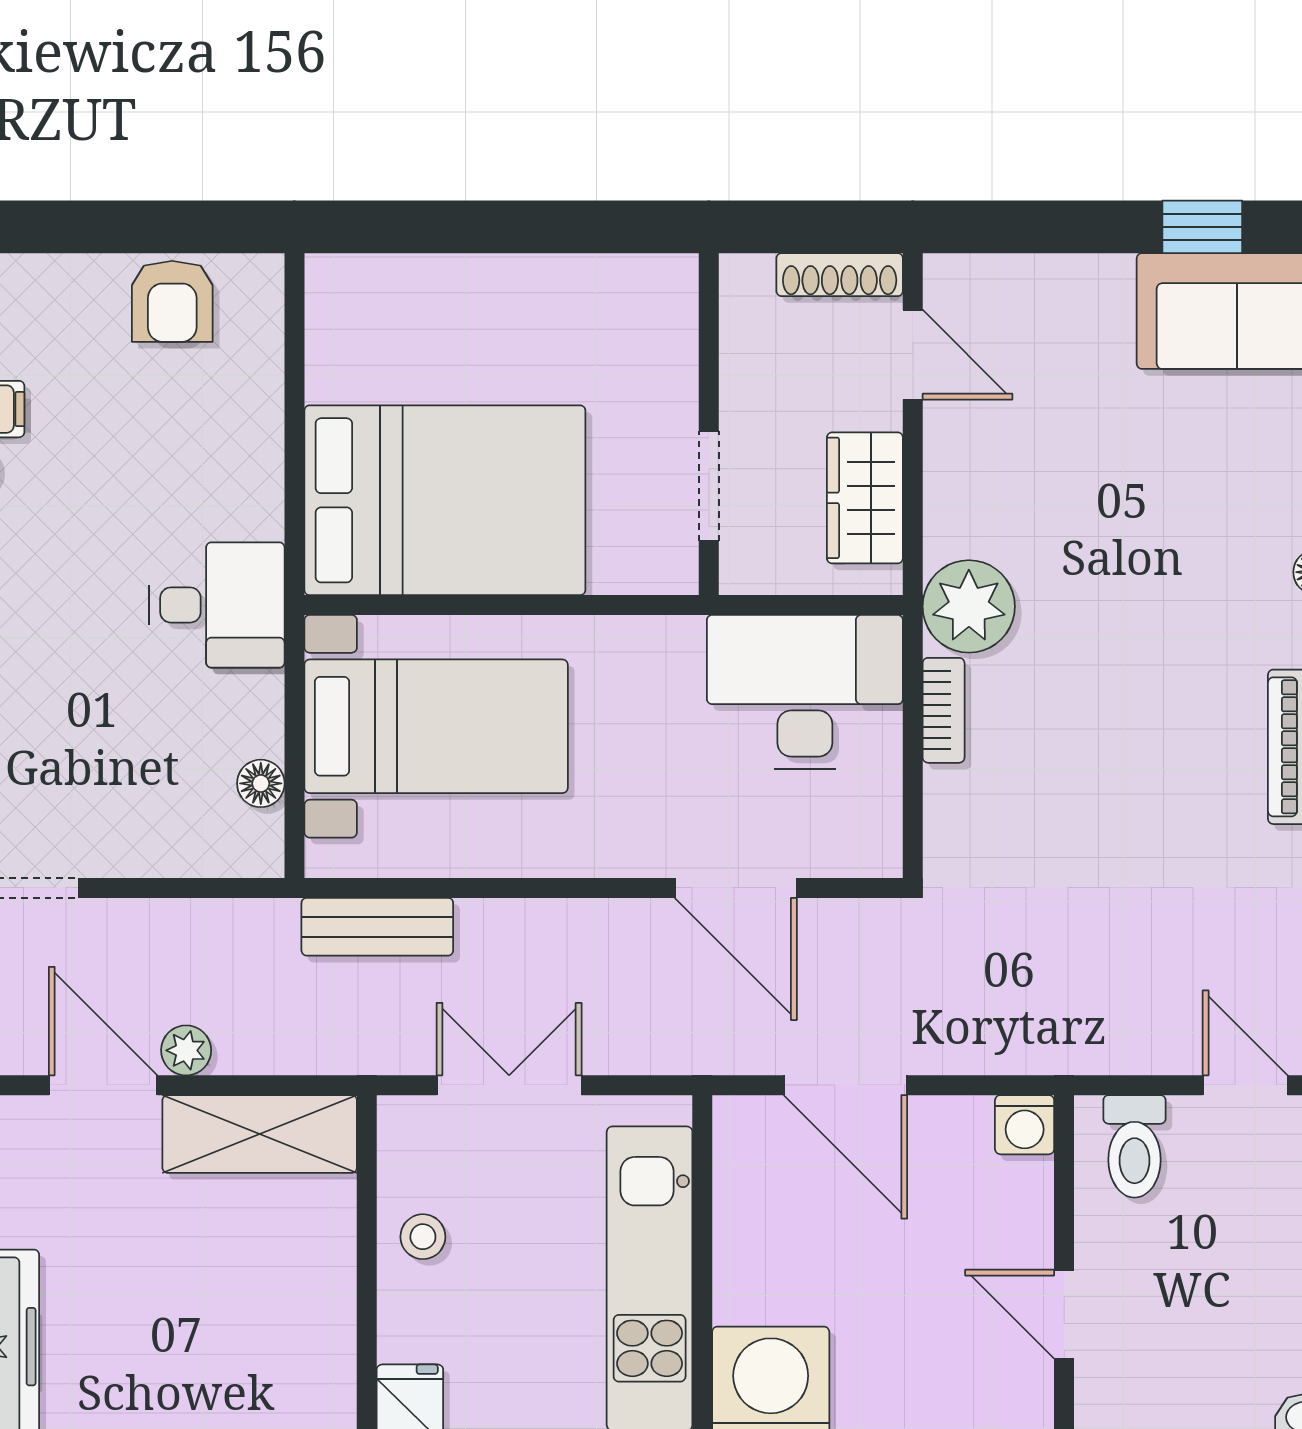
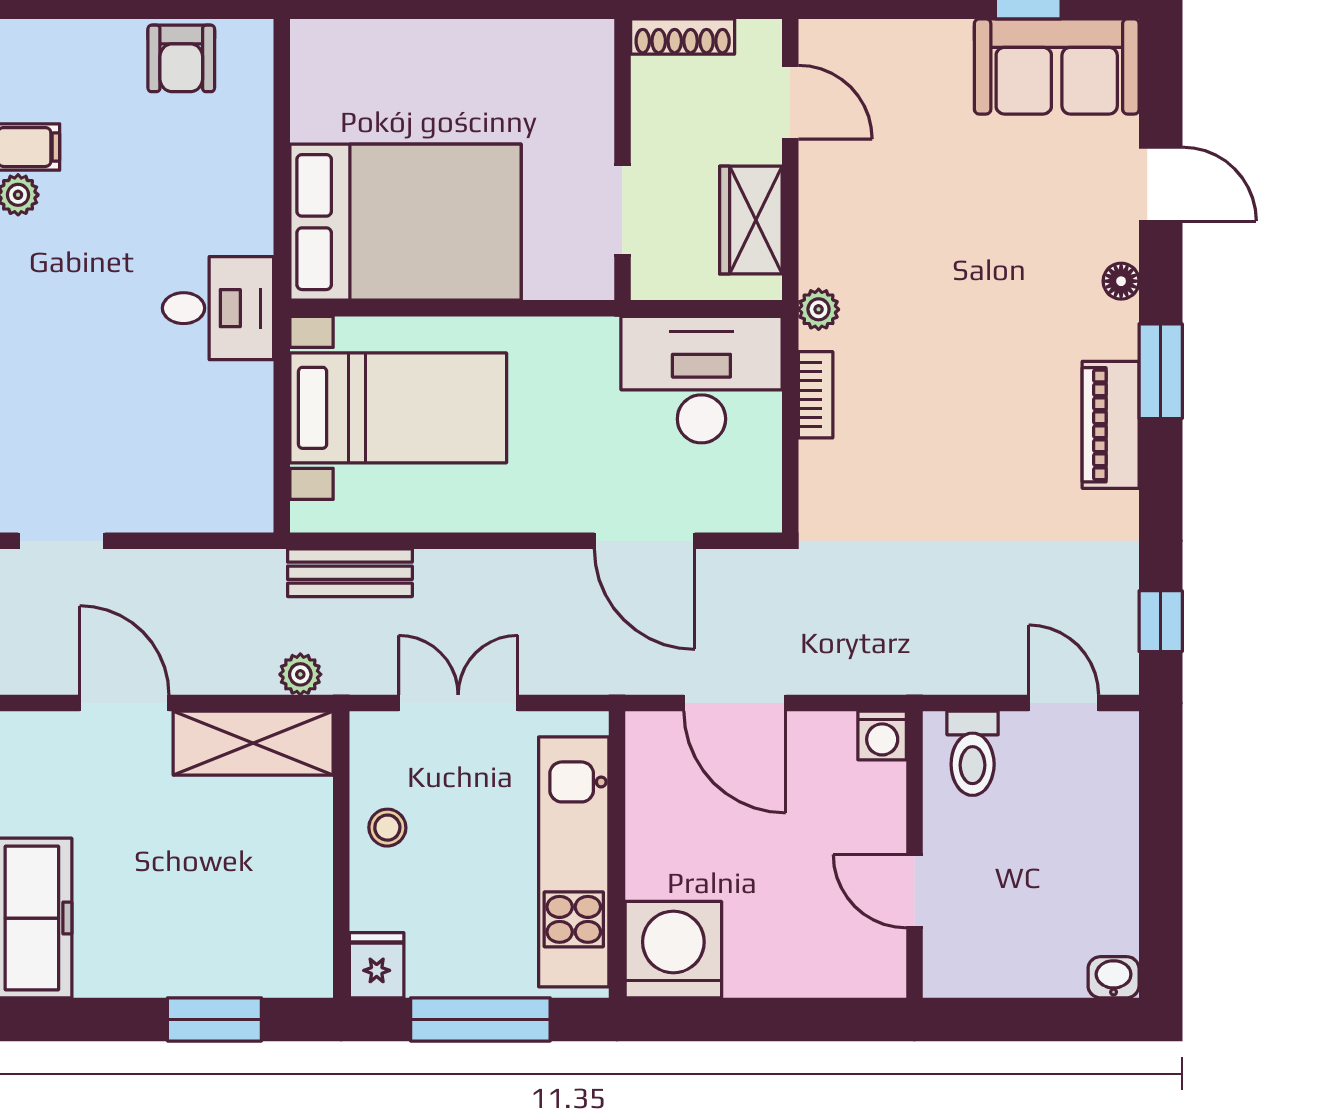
shoe rack: (840, 275) -> (683, 36), moved
plant: (969, 606) -> (819, 309), width x0.53, depth x0.53
floor lamp: (261, 783) -> (254, 455), removed
plant: (186, 1050) -> (300, 674), moved

